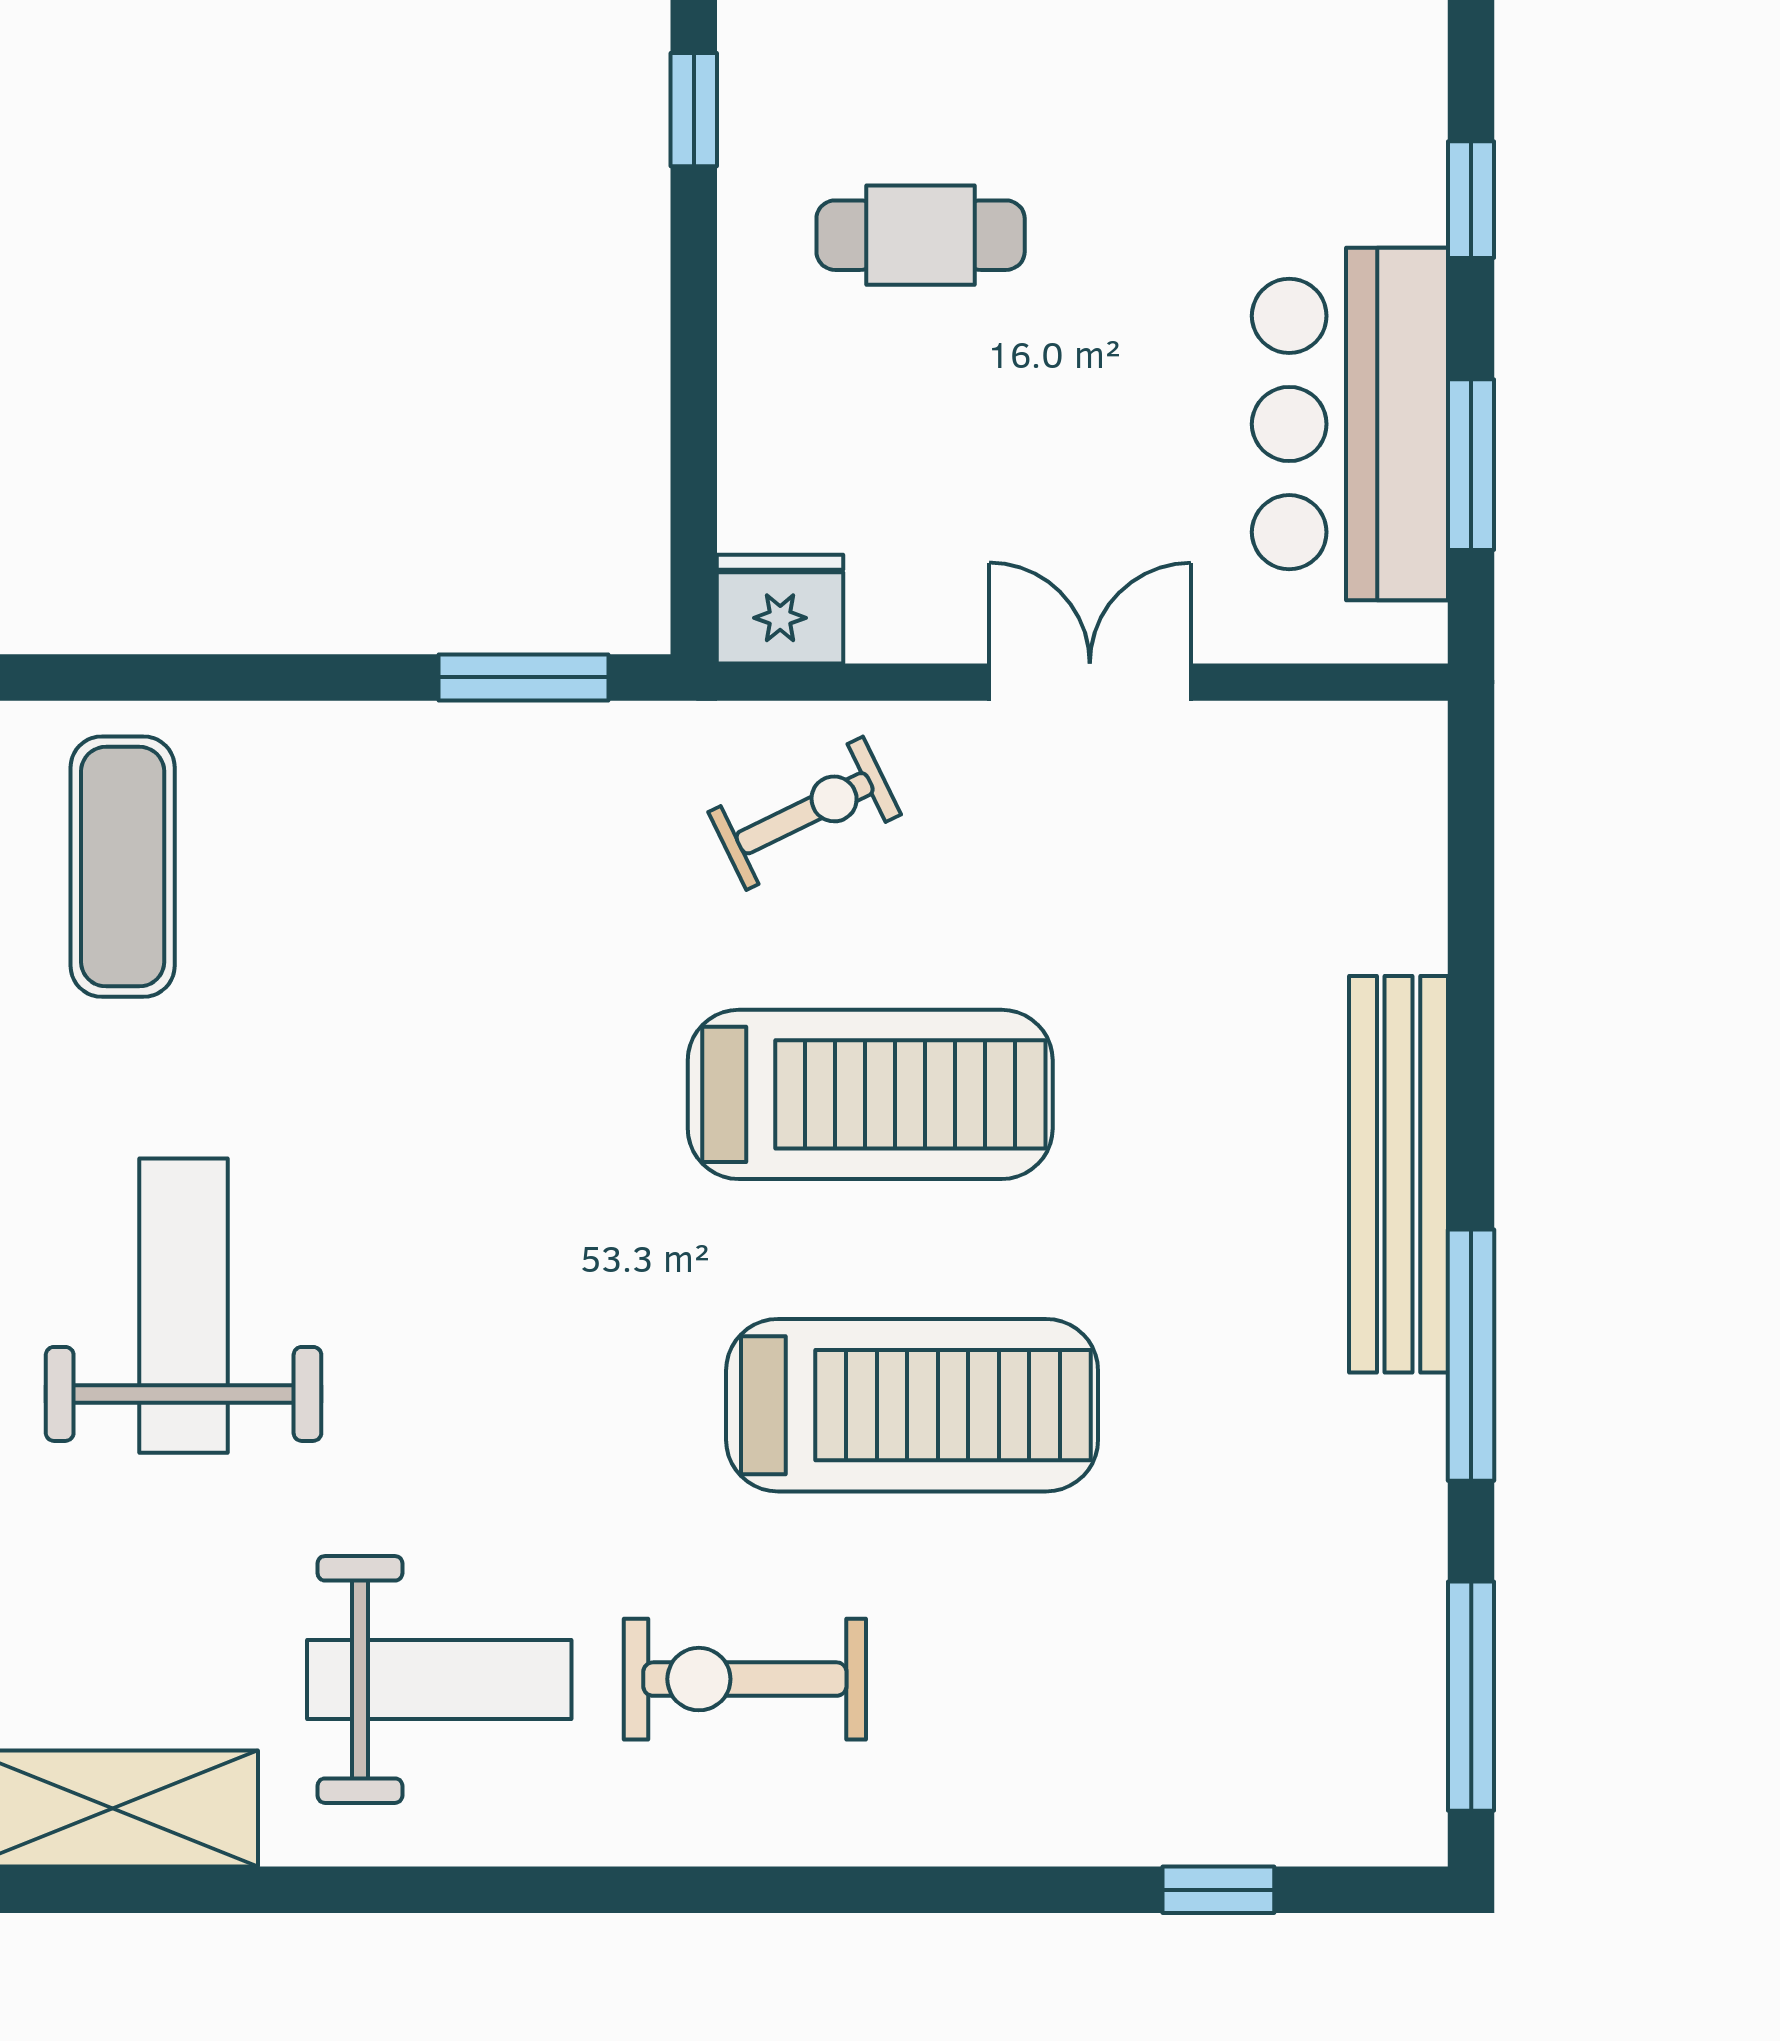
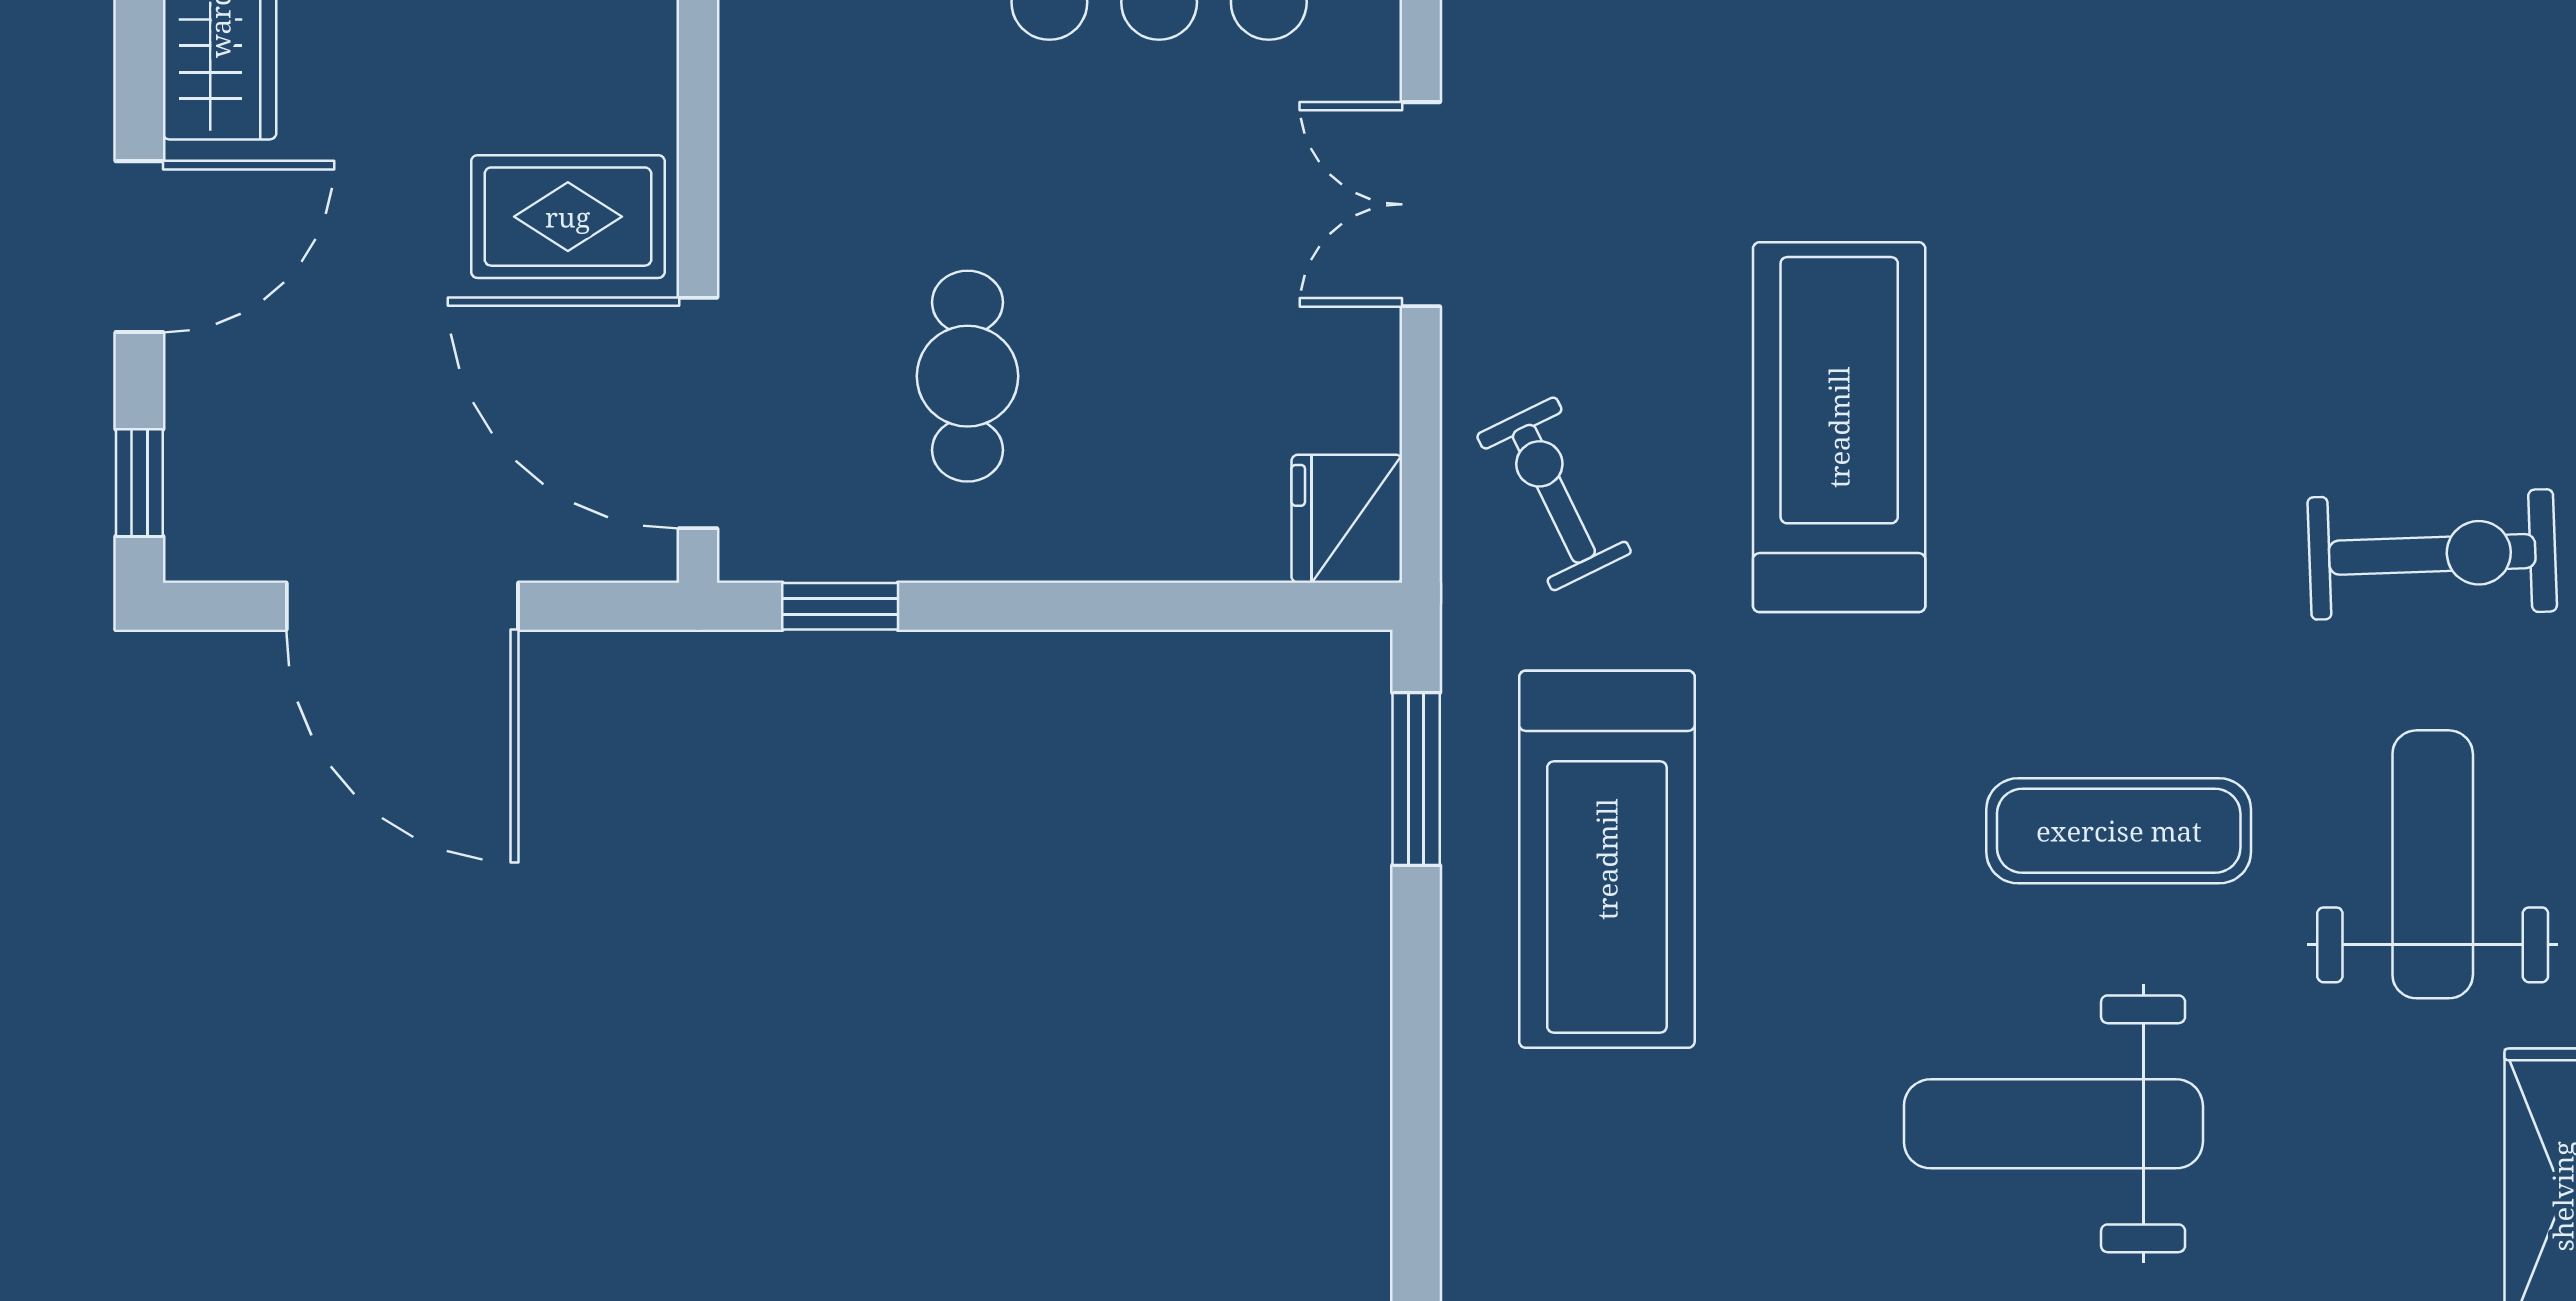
exercise mat: (123, 867) -> (2119, 831), moved
treadmill: (912, 1405) -> (1607, 859), moved, turned 180
exercise bike: (745, 1679) -> (2432, 554), turned -92

